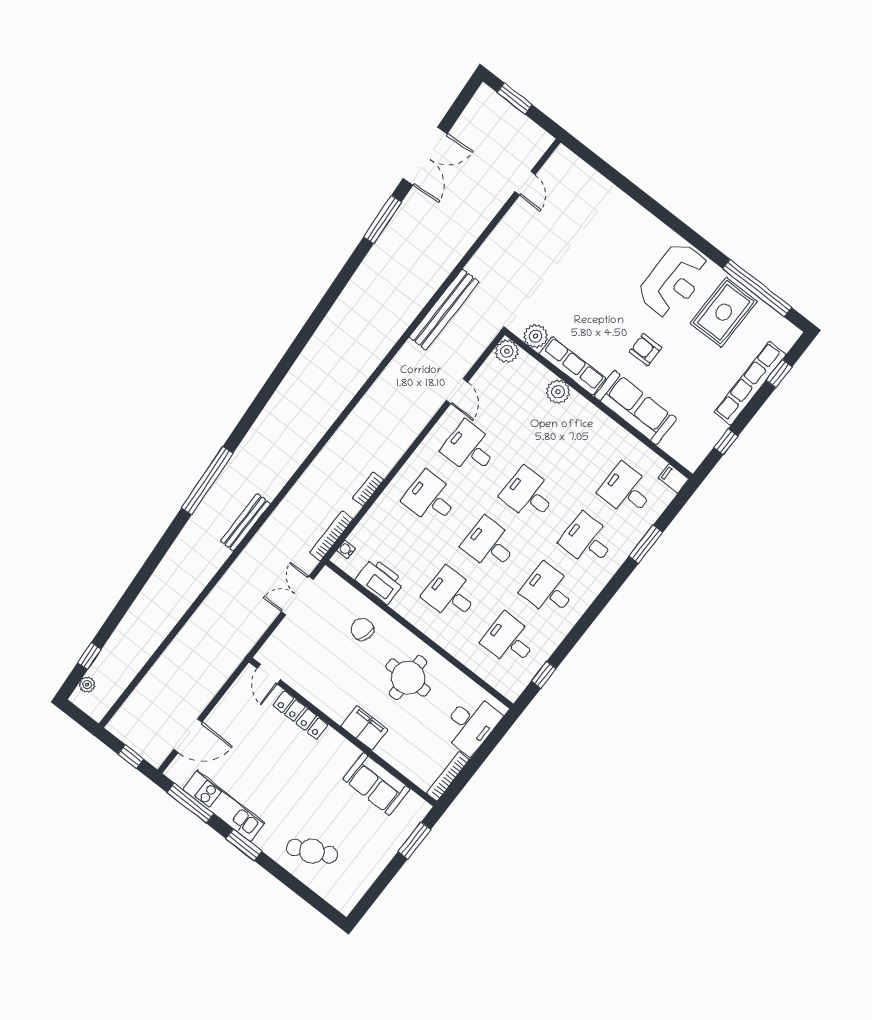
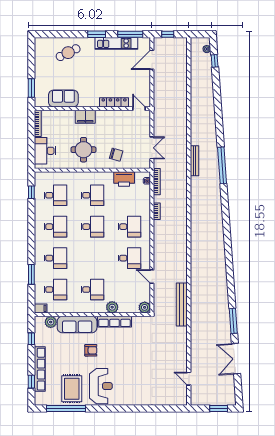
reception desk: (674, 280) -> (101, 386), turned 180
plant: (536, 336) -> (51, 322), moved
desk: (529, 494) -> (92, 290), moved

